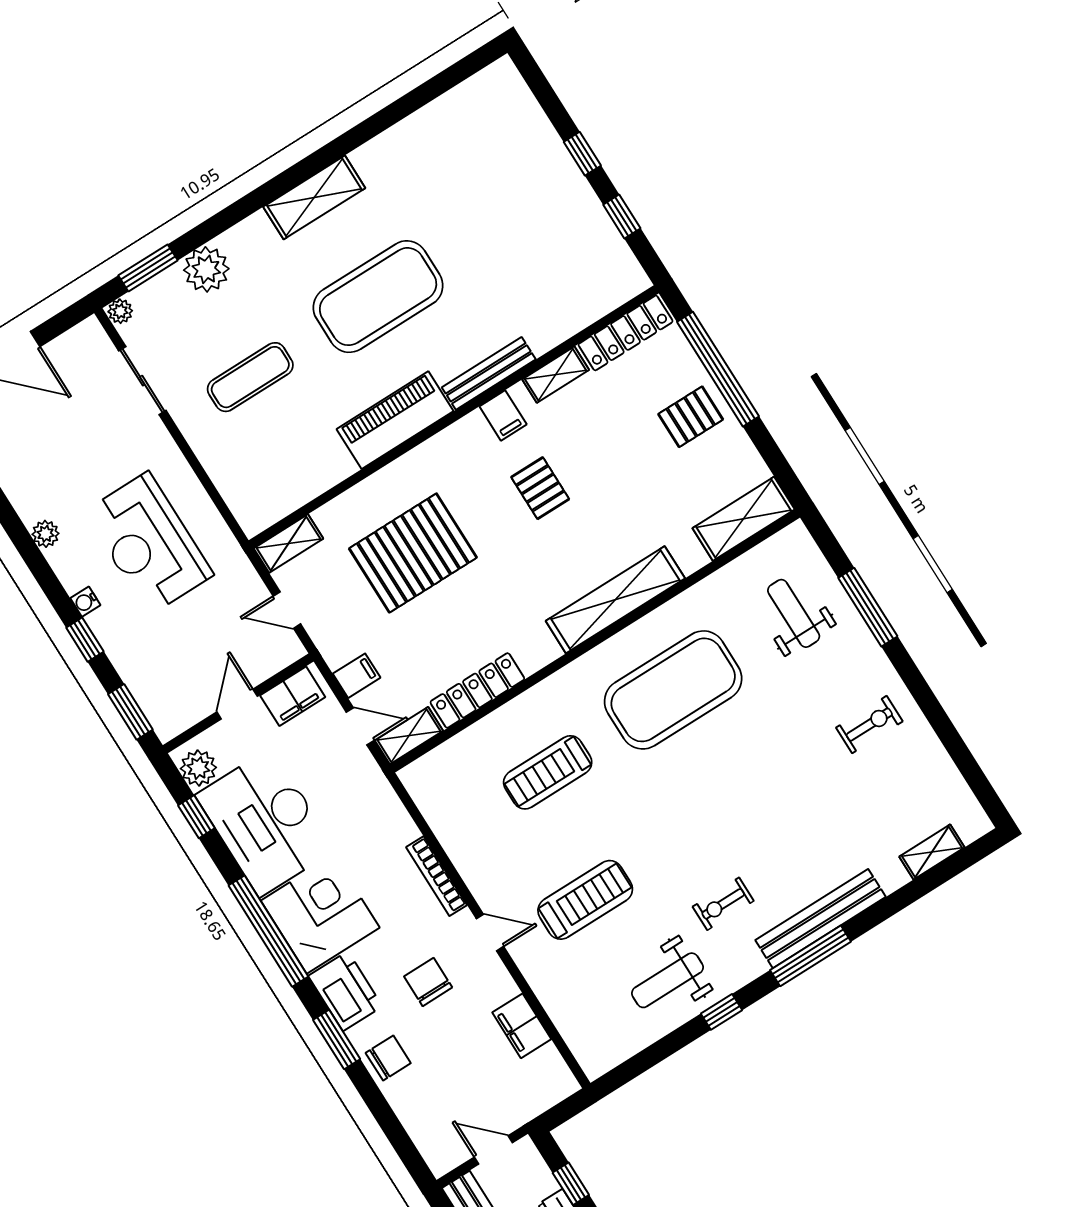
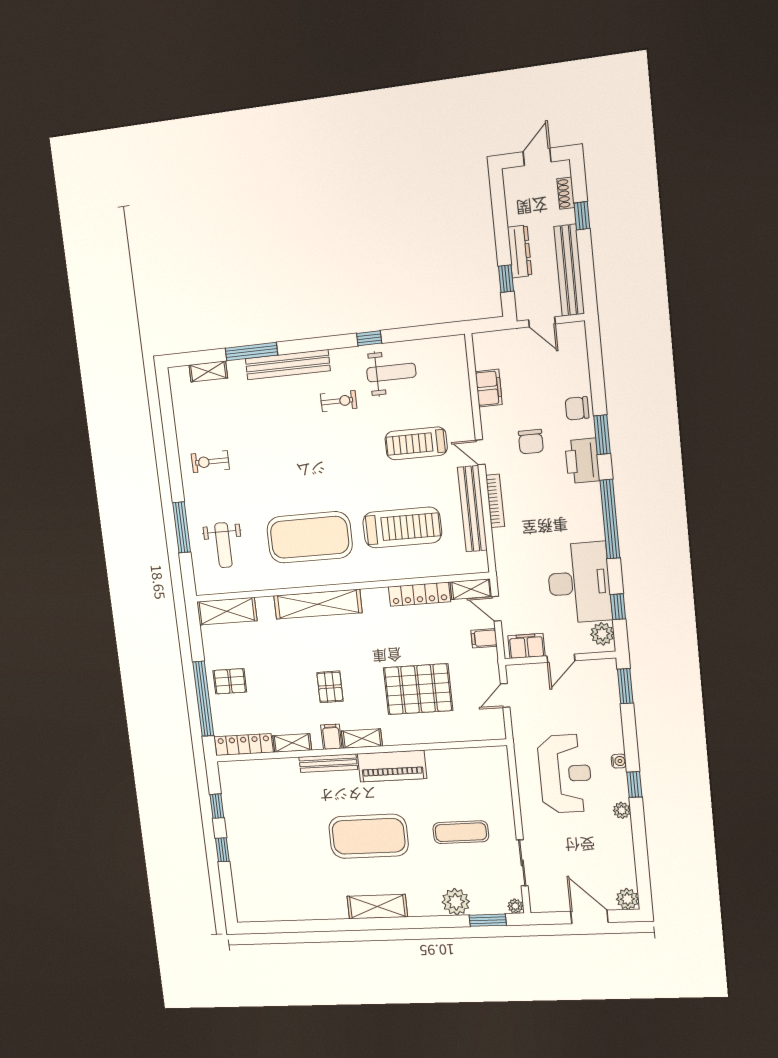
shelving: (288, 543) -> (362, 739), moved
door: (287, 610) -> (505, 695), swing flipped
window: (85, 640) -> (634, 784), moved
treadmill: (548, 772) -> (402, 527), width x1.37, depth x1.38
bench: (462, 849) -> (472, 509), added
corner desk: (320, 914) -> (574, 513), removed
window: (810, 956) -> (251, 352), moved

